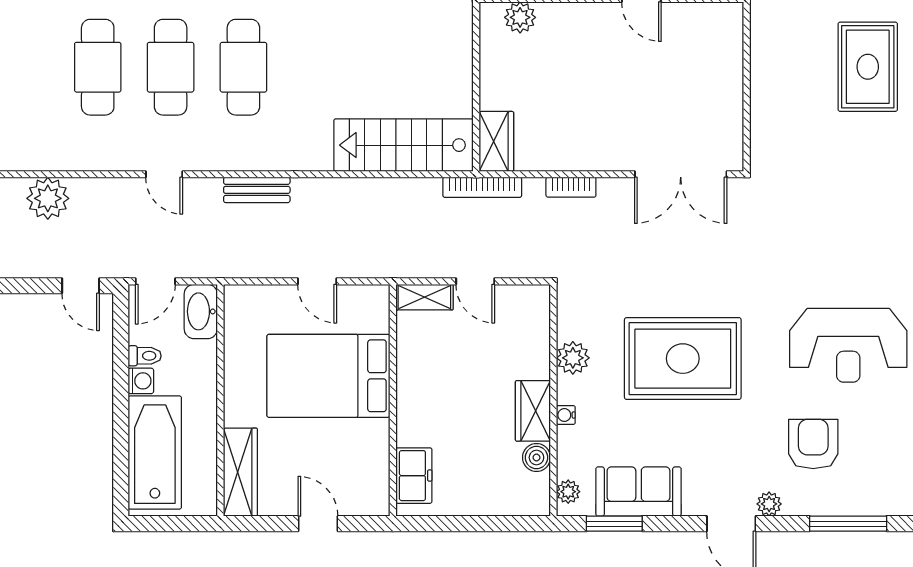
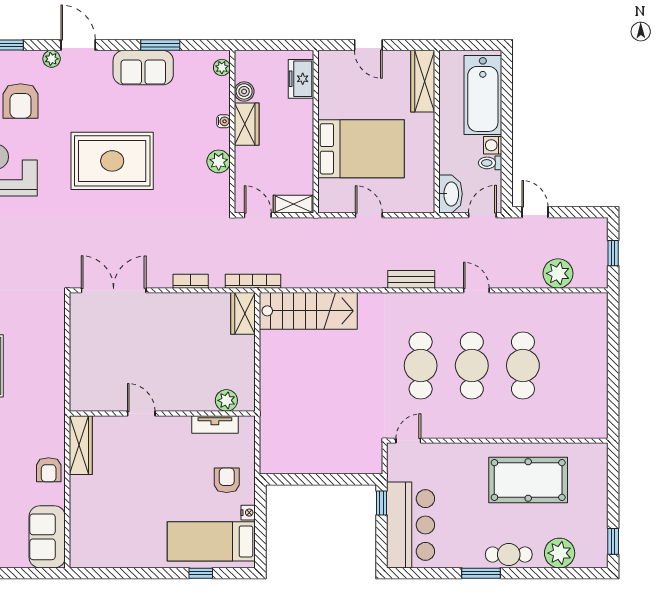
plant: (573, 358) -> (219, 161), moved
wall: (553, 400) -> (232, 132), moved
wardrobe: (533, 411) -> (247, 124), moved
water cooler: (566, 415) -> (223, 121), moved
boiler: (536, 458) -> (244, 91), moved
plant: (568, 492) -> (222, 67), moved

